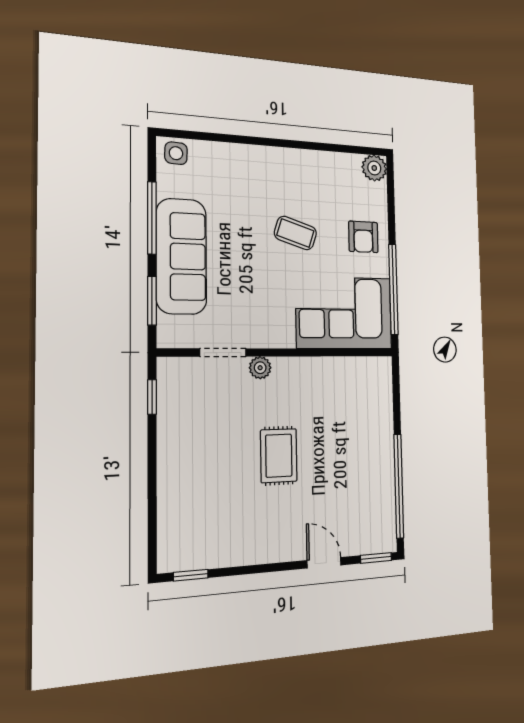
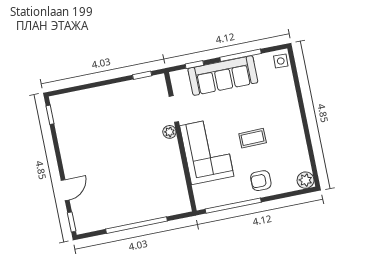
coffee table: (295, 233) -> (253, 138), turned 71
window: (152, 301) -> (194, 65), width x0.67
corner sofa: (344, 313) -> (207, 151), moved
rug: (279, 456) -> (122, 152), removed
window: (399, 486) -> (137, 225), moved

